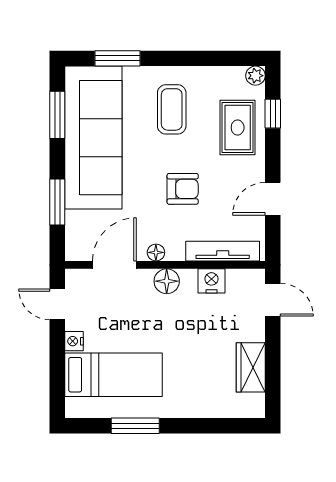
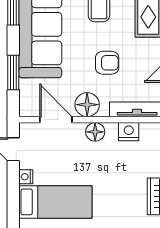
floor lamp: (156, 252) -> (87, 105), width x1.89, depth x1.89
door: (114, 265) -> (56, 120), hinge flipped

